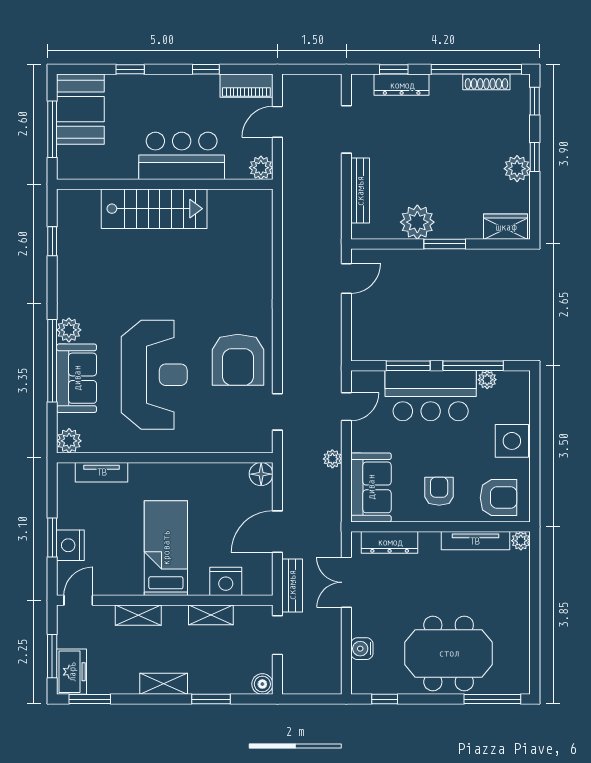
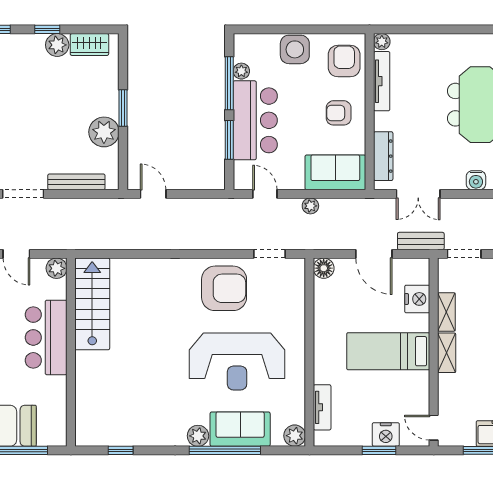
stairs: (154, 209) -> (92, 304), moved
wardrobe: (506, 227) -> (89, 44), moved, turned -90
reception desk: (154, 375) -> (237, 361), turned 180
shelving: (138, 615) -> (447, 353), moved

